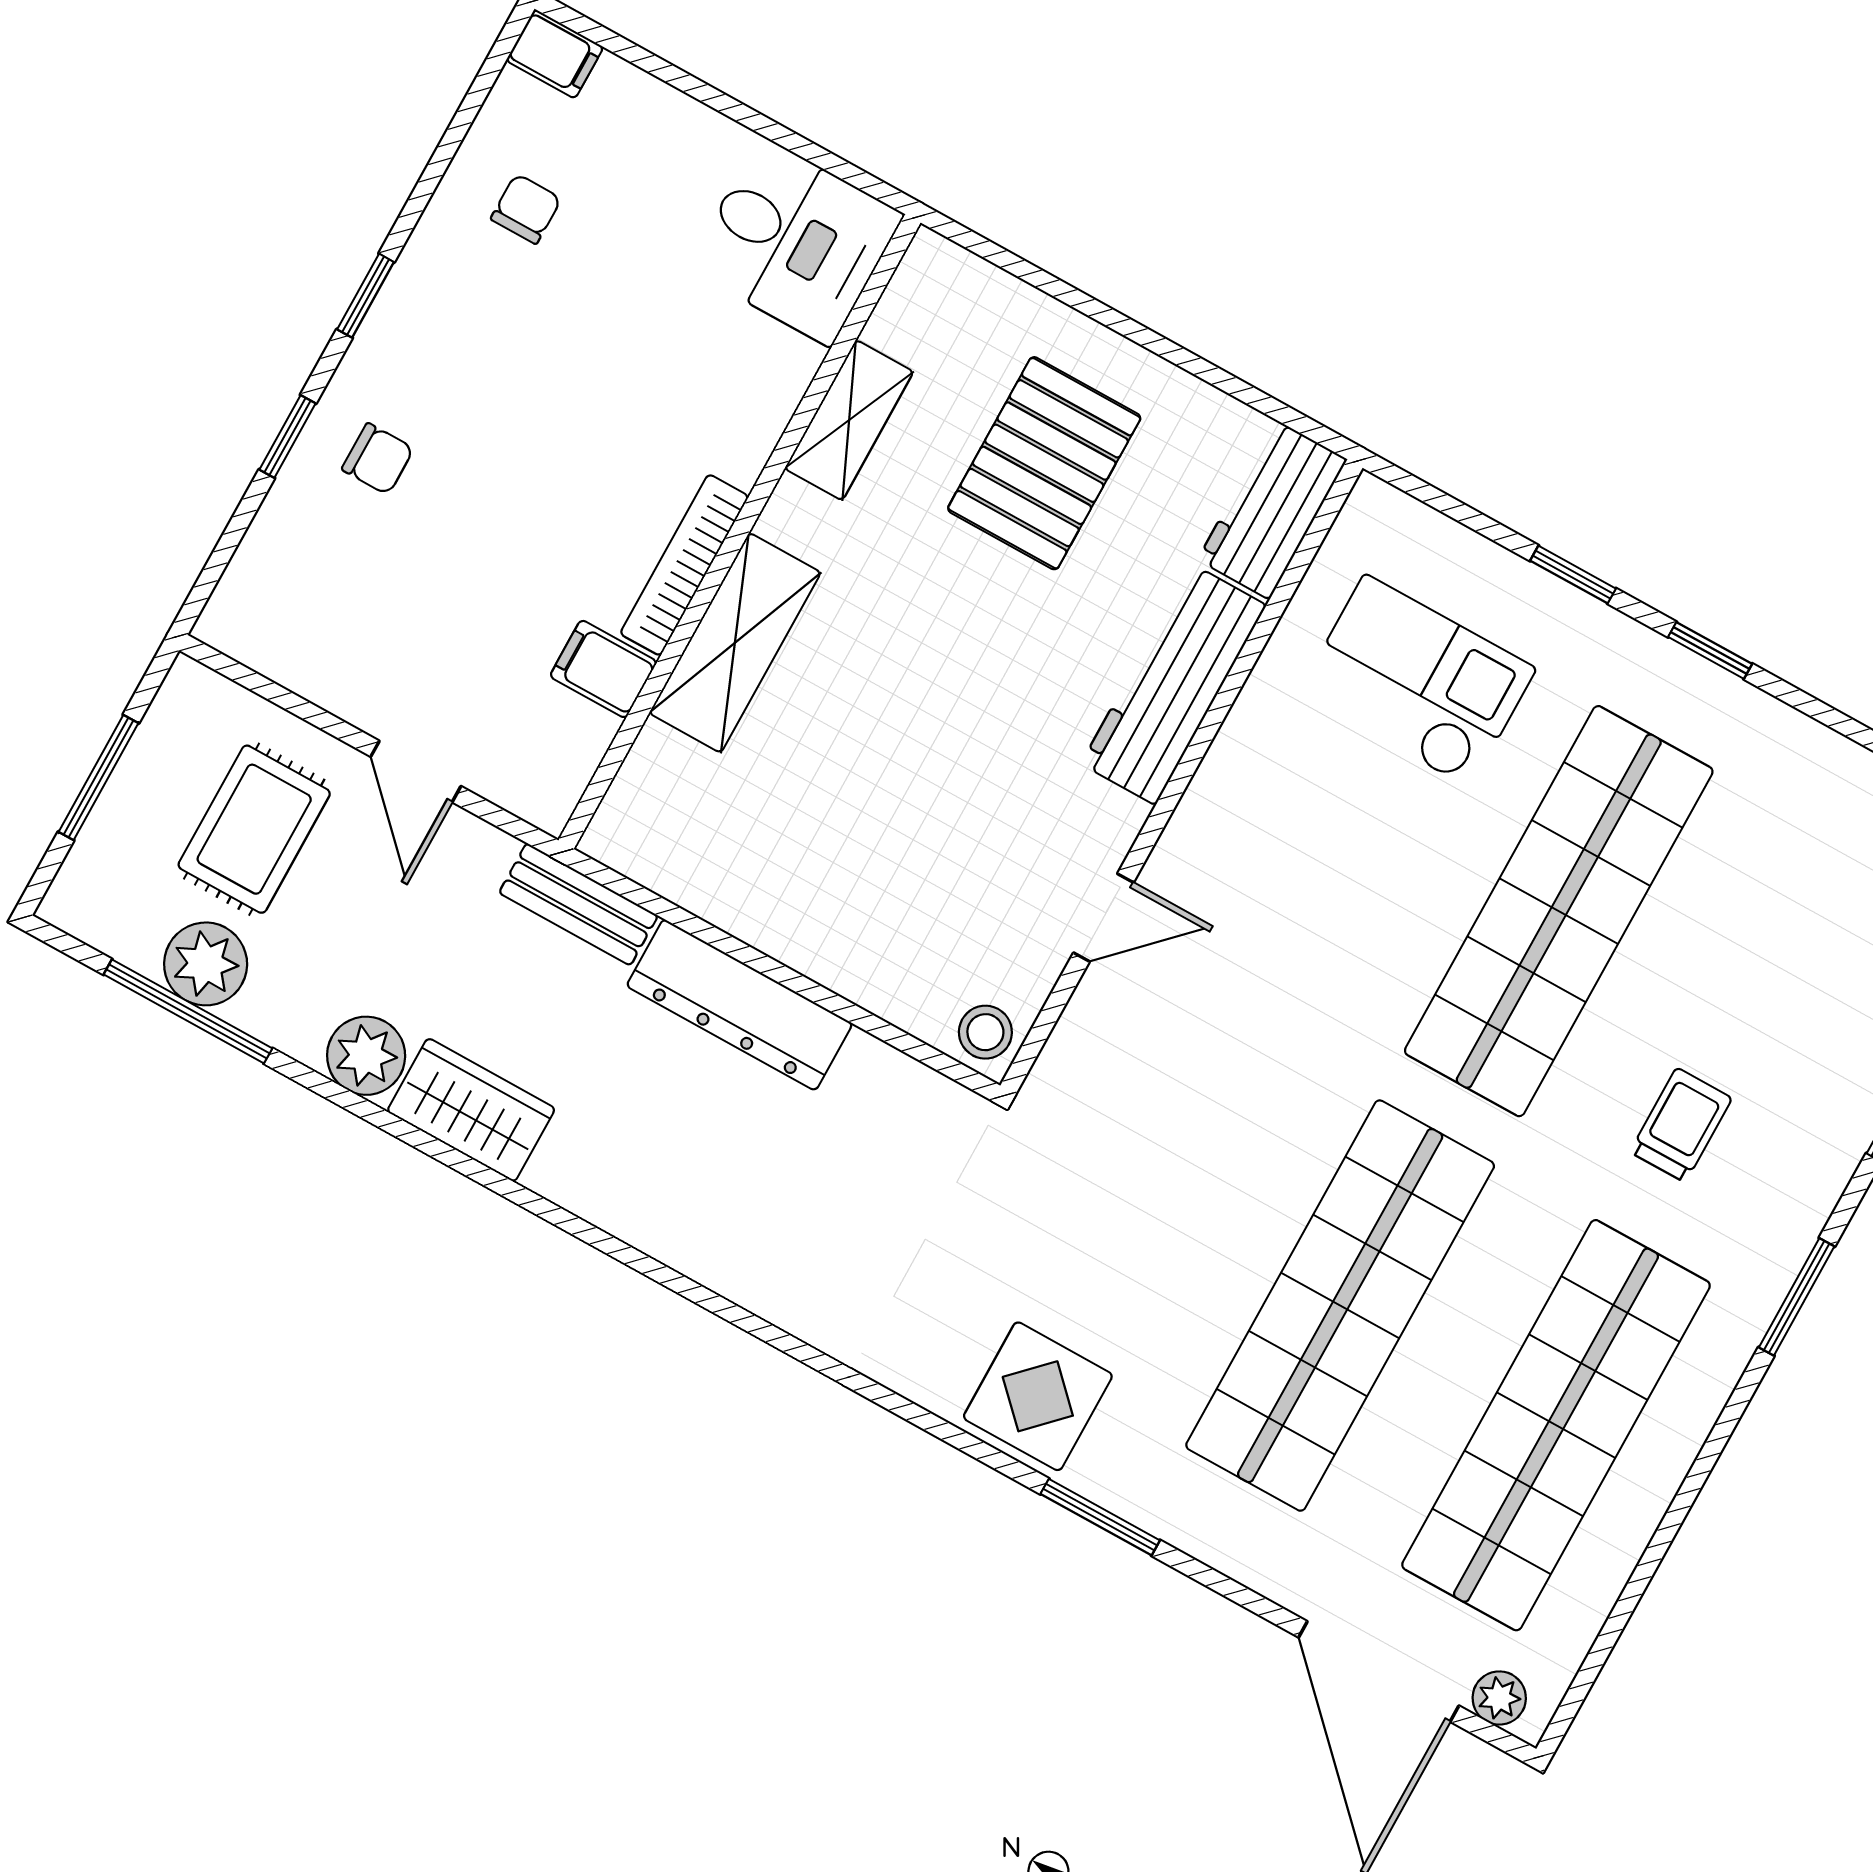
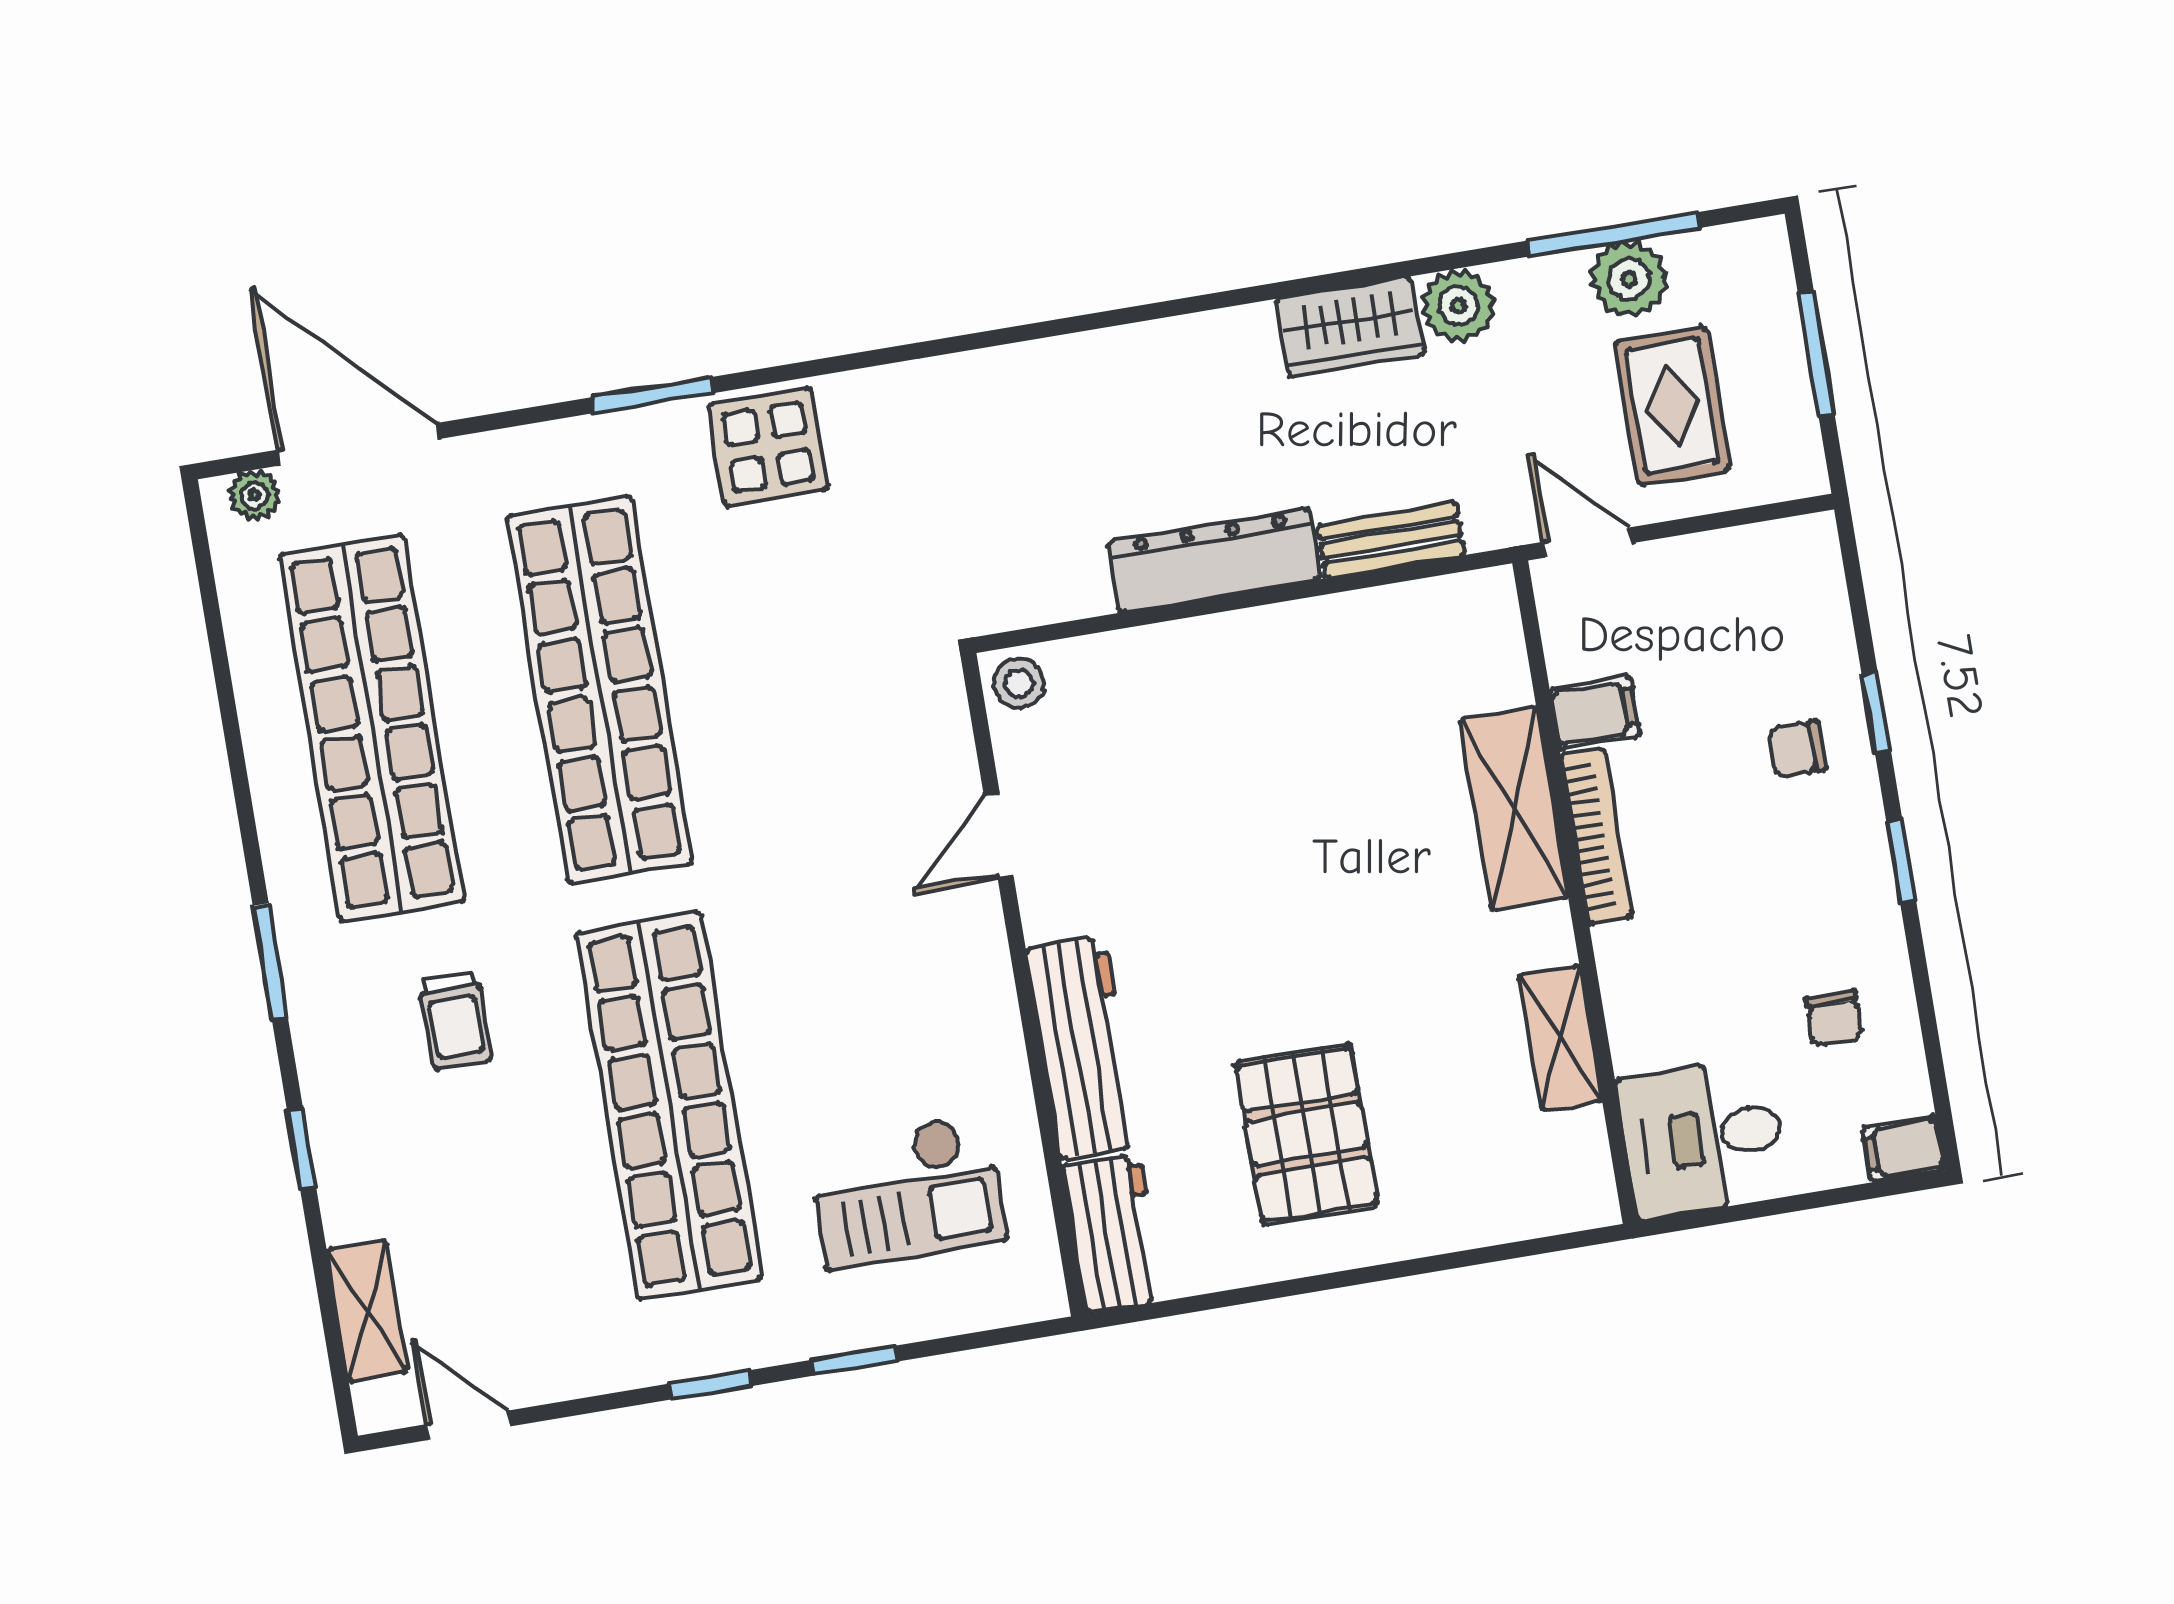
desk: (796, 241) -> (1703, 1138), moved
shelving: (849, 420) -> (1560, 1038), moved
wall: (739, 532) -> (1575, 892), moved
bookcase: (684, 565) -> (1596, 836), moved
shelving: (735, 643) -> (1514, 808), moved
filing cabinet: (603, 669) -> (1595, 712), moved

